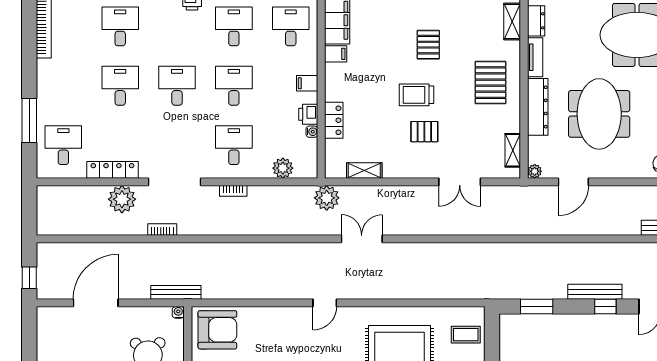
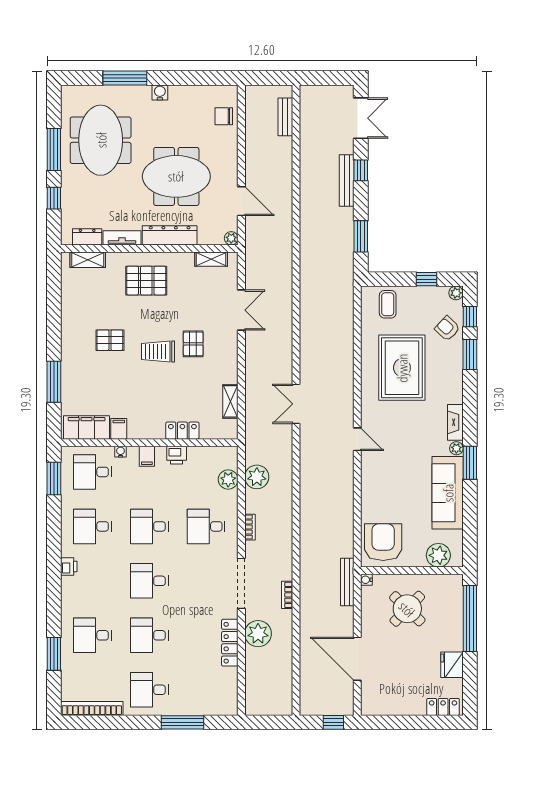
trolley: (416, 95) -> (158, 351), turned 90
water cooler: (312, 132) -> (120, 452), moved
desk: (63, 145) -> (149, 690), moved
plant: (327, 198) -> (257, 477), moved

